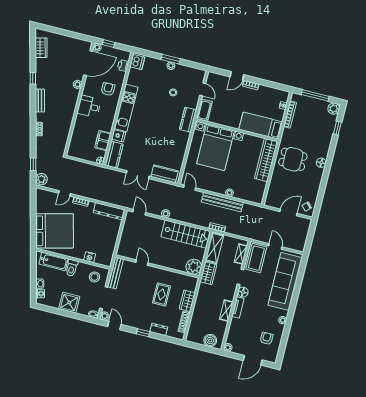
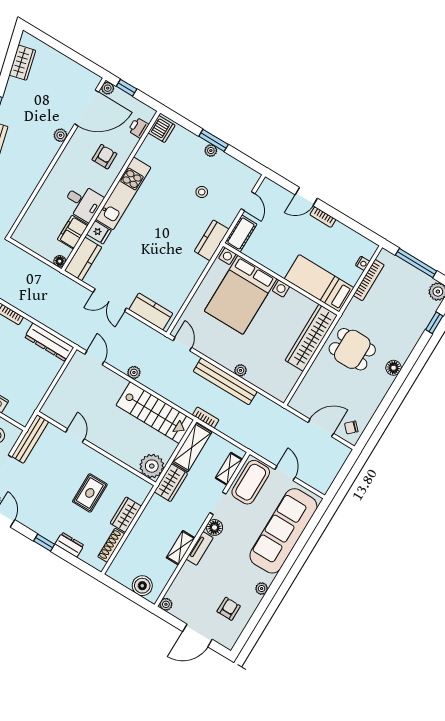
desk: (89, 106) -> (83, 202), moved, turned 180

